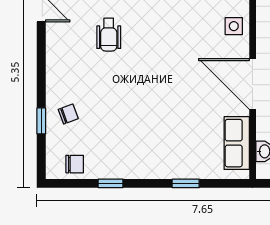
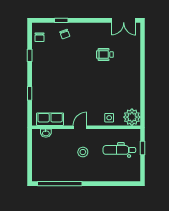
door: (253, 84) -> (80, 127), width x0.53

